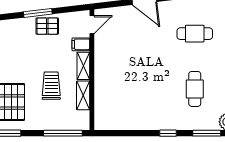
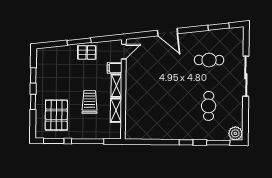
window: (63, 133) -> (88, 141), moved

